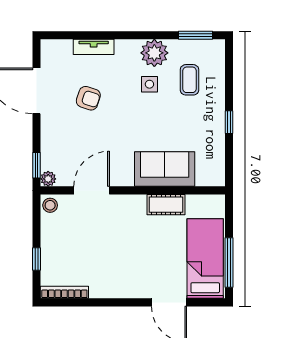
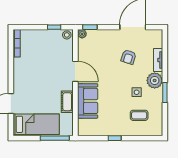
window: (196, 35) -> (165, 93), moved
plant: (154, 53) -> (155, 80), moved
door: (92, 190) -> (75, 71), moved
window: (37, 259) -> (54, 27), moved
window: (229, 262) -> (55, 138), moved

